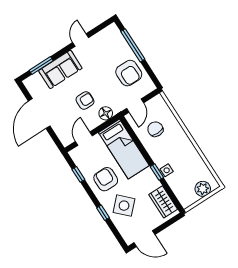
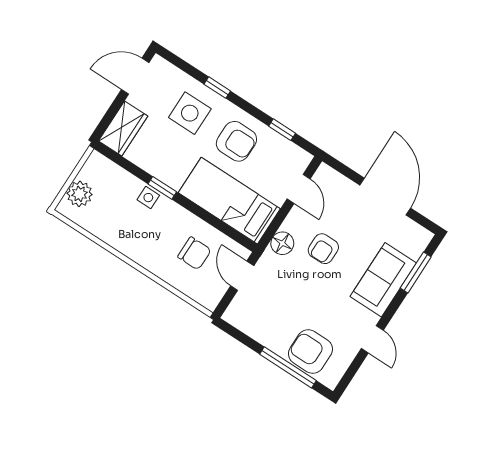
armchair: (129, 73) -> (310, 351), moved
wardrobe: (163, 202) -> (123, 128), moved, turned 90
side table: (124, 206) -> (190, 113), turned 45

